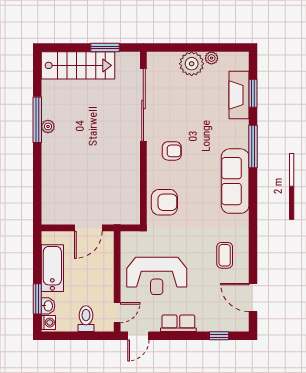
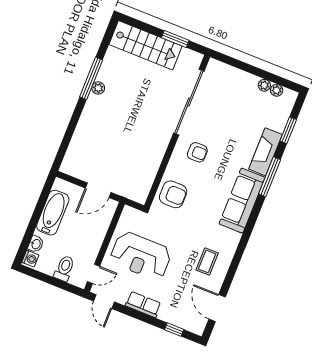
plant: (192, 64) -> (277, 90), moved, width x0.53, depth x0.53
fireplace: (239, 95) -> (265, 152), moved
window: (37, 299) -> (29, 234), removed
door: (138, 336) -> (104, 302), hinge flipped

